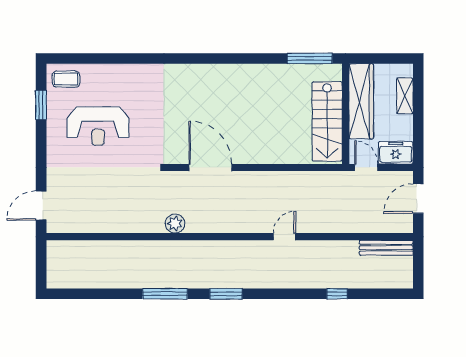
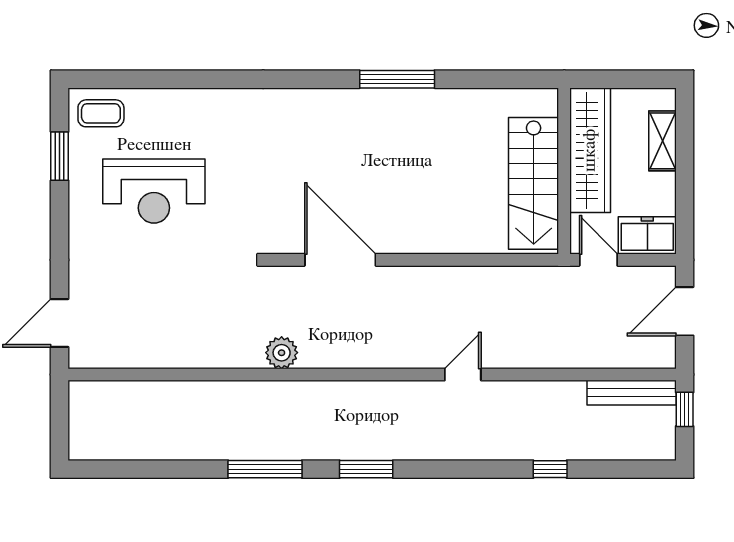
window: (310, 59) -> (397, 79), moved
window: (418, 258) -> (685, 409), added

